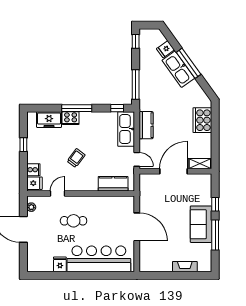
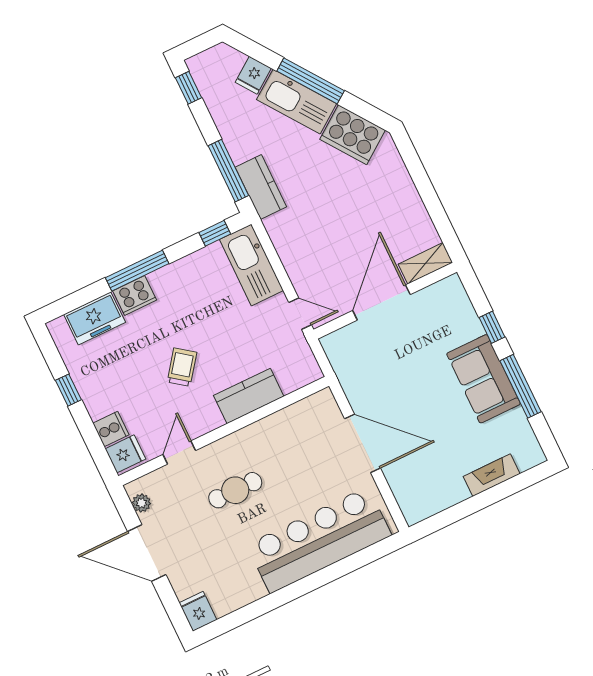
cooker: (202, 120) -> (353, 135), moved, turned -36
kitchen counter: (146, 125) -> (261, 187), moved
kitchen counter: (113, 184) -> (249, 396), moved
fridge: (60, 264) -> (198, 611), moved

